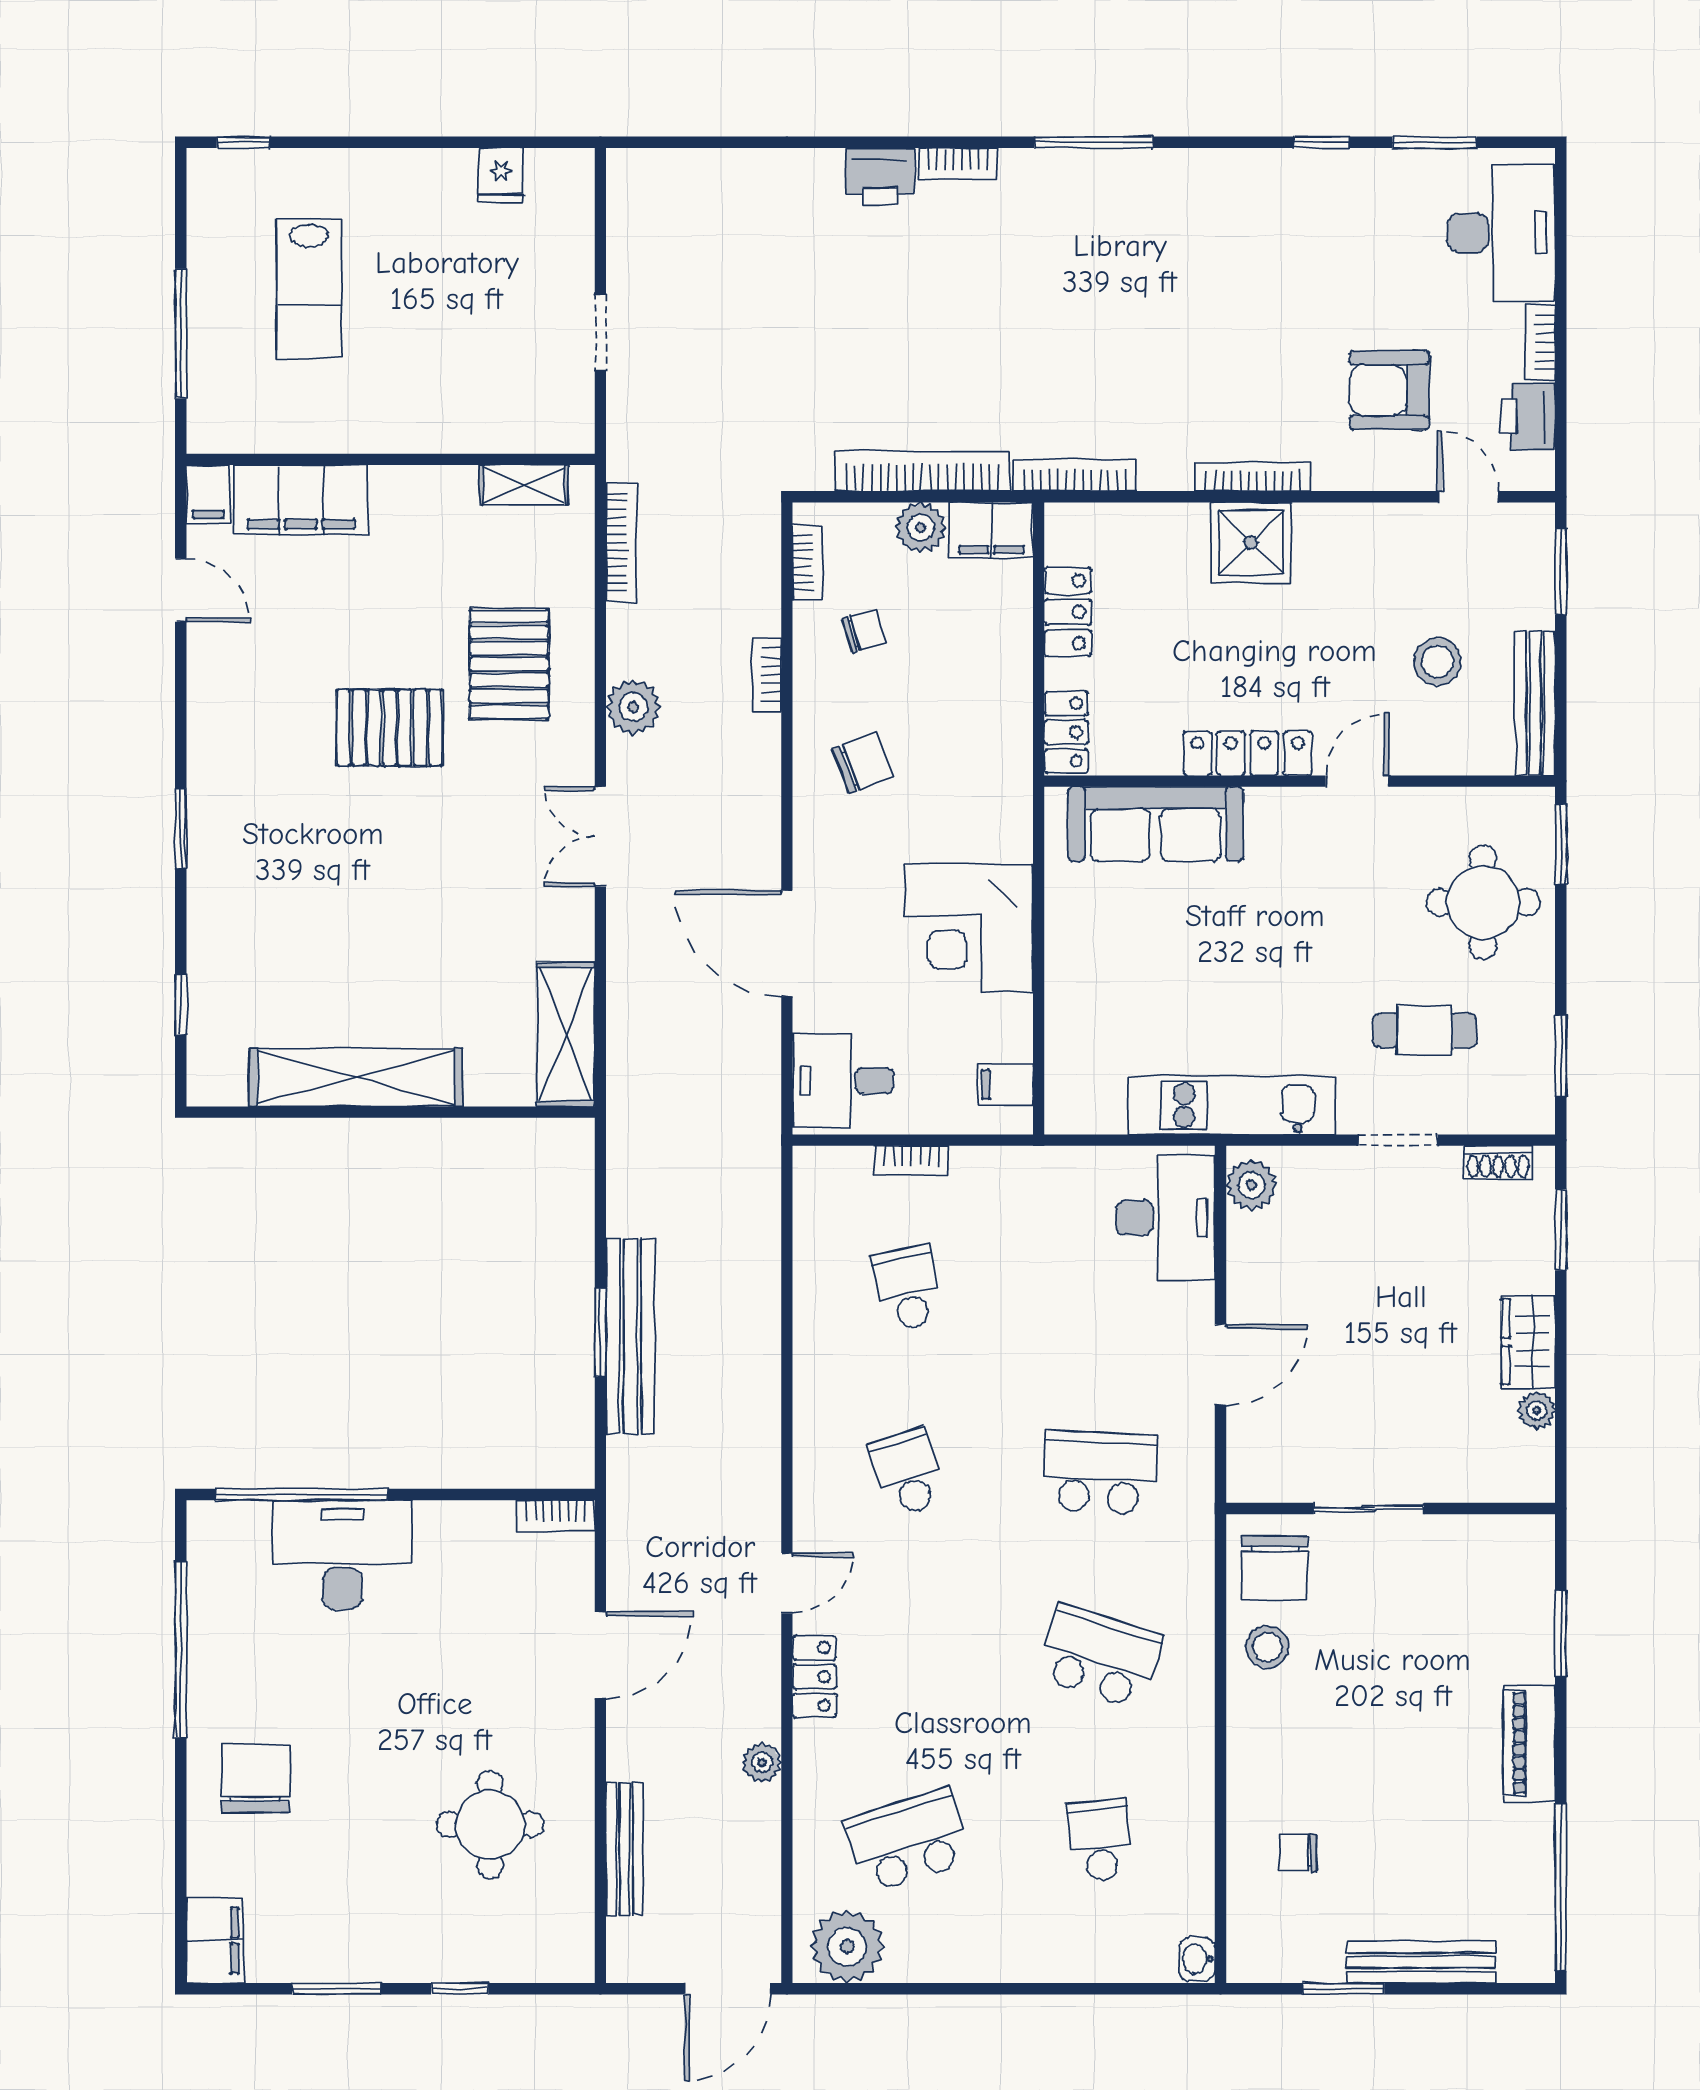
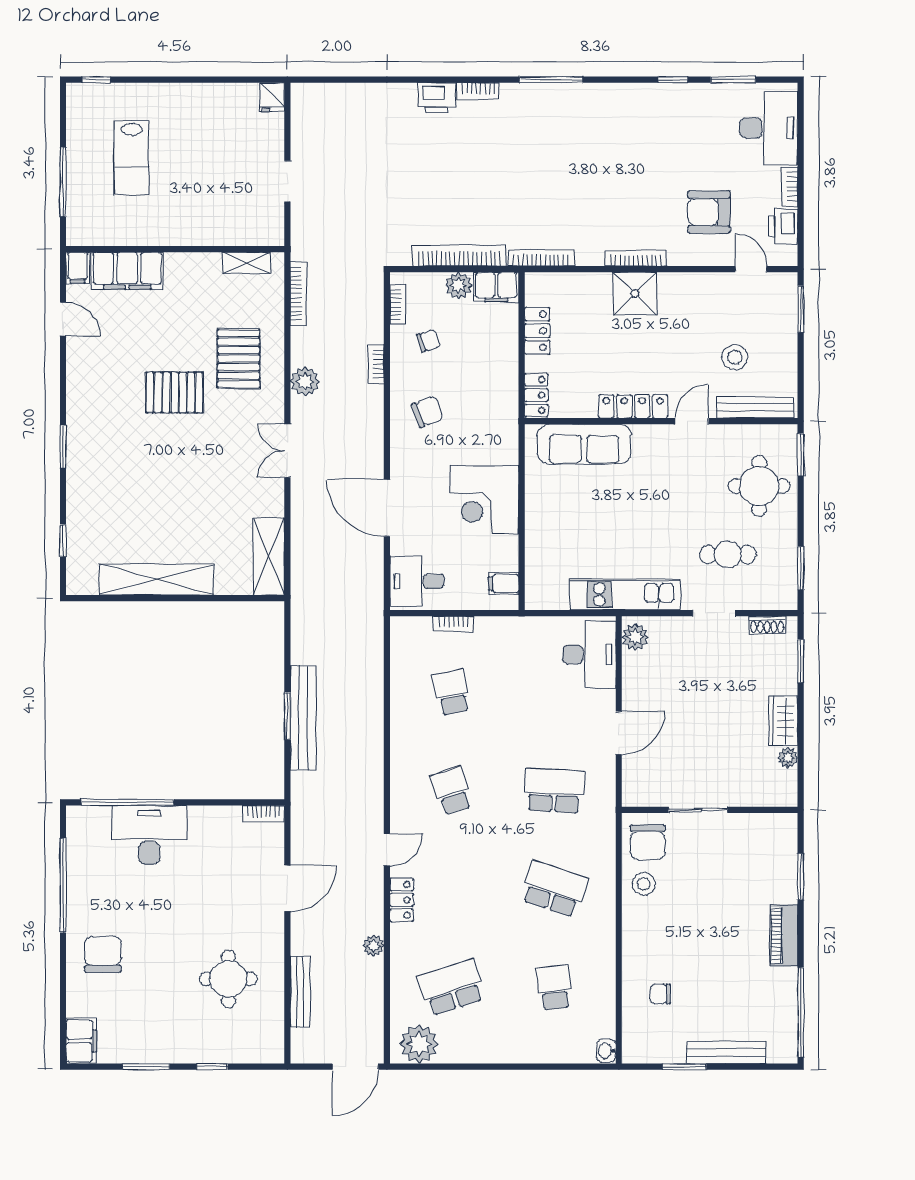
fridge: (501, 175) -> (272, 97), moved
bench: (1535, 704) -> (755, 407), moved, turned 90

